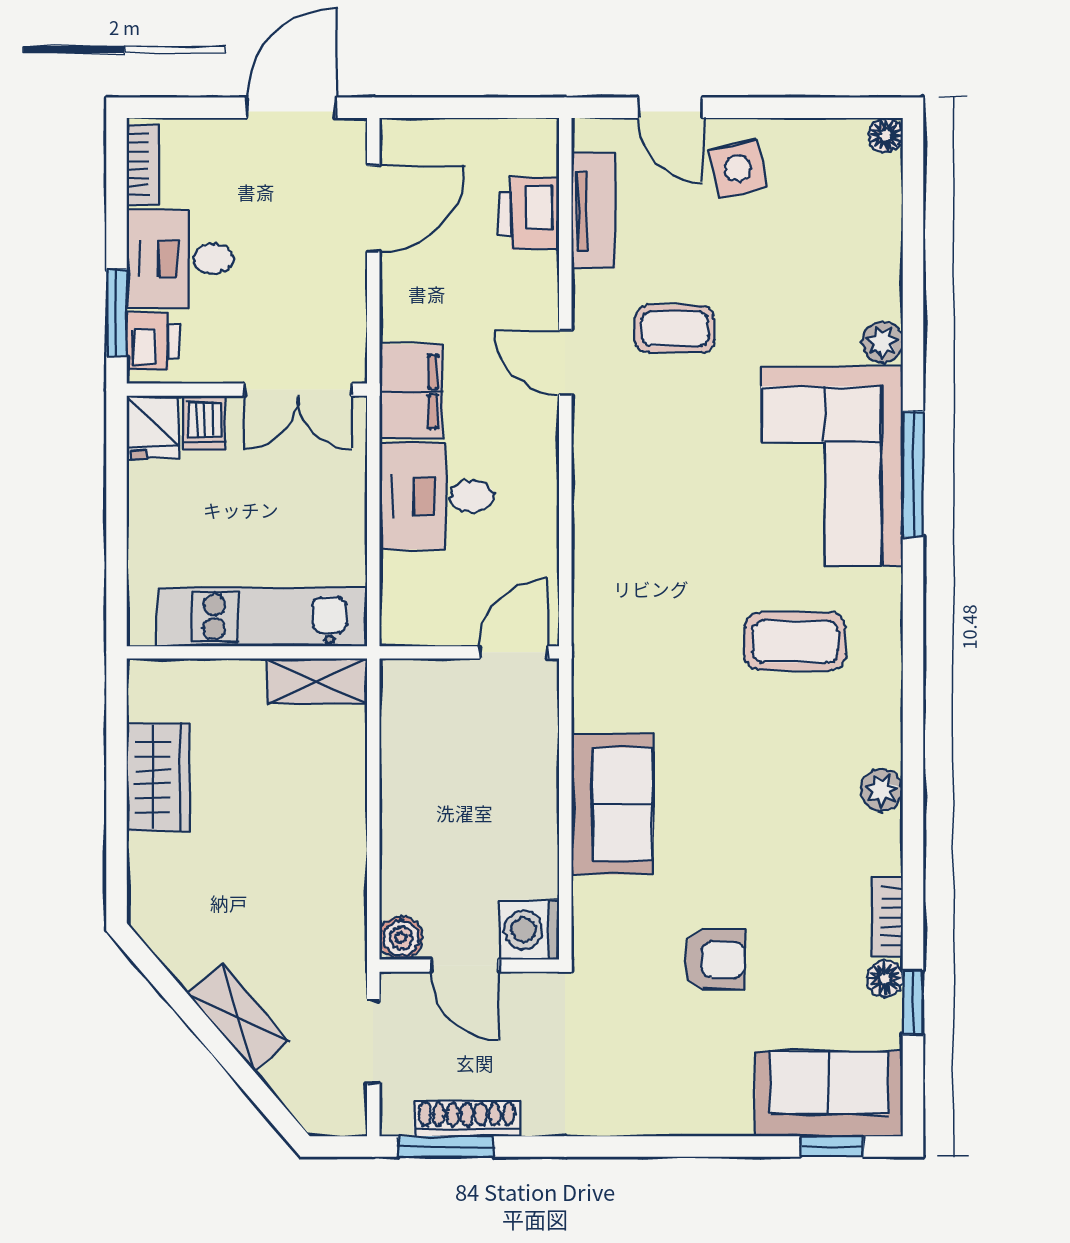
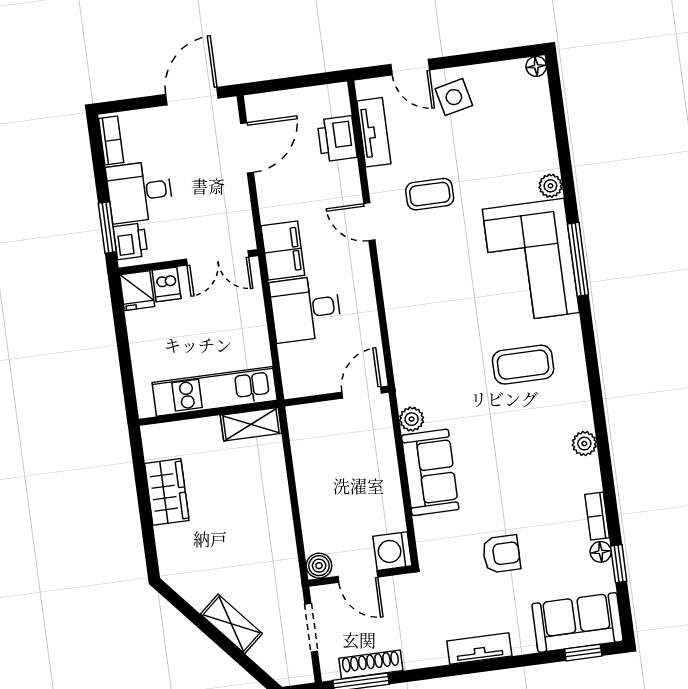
plant: (592, 709) -> (412, 419), added
tv unit: (656, 1116) -> (479, 649), added

